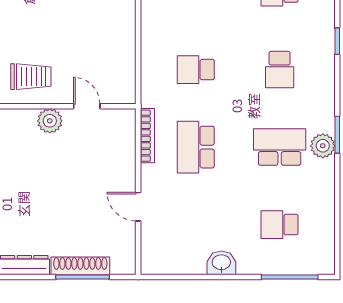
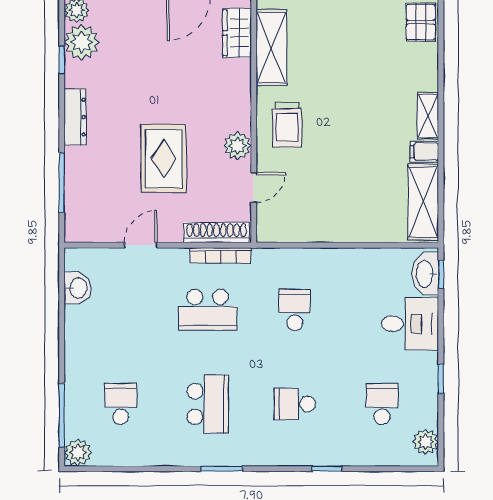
plant: (323, 146) -> (78, 453), moved
school desk: (196, 147) -> (208, 310), turned 180
rug: (61, 186) -> (164, 159), added
washbasin: (221, 263) -> (78, 288), moved
shoe rack: (80, 266) -> (216, 233), moved, turned -90

